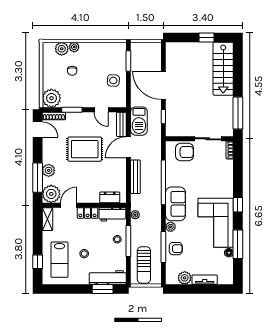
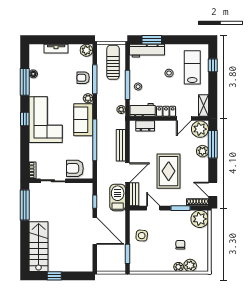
rug: (85, 149) -> (169, 171), turned 90
corner sofa: (216, 223) -> (46, 120), moved
plant: (185, 278) -> (86, 50), moved

